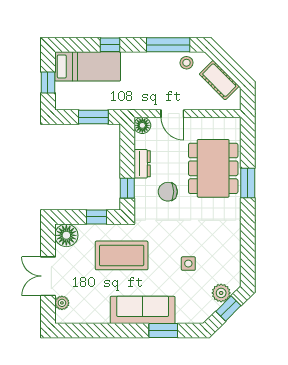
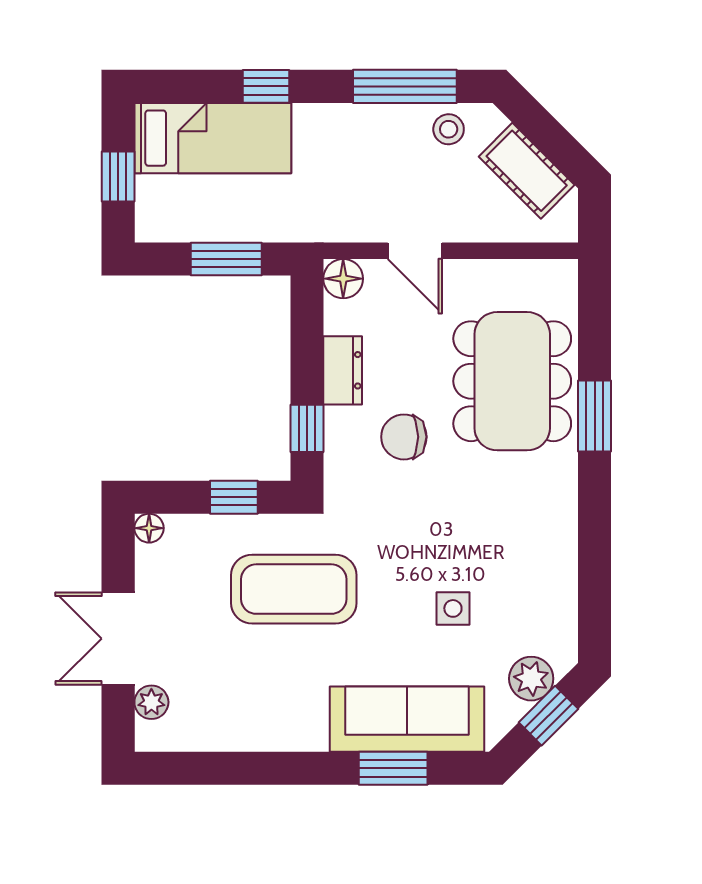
floor lamp: (66, 235) -> (149, 528), width x0.53, depth x0.53
sofa: (143, 310) -> (407, 719), moved

